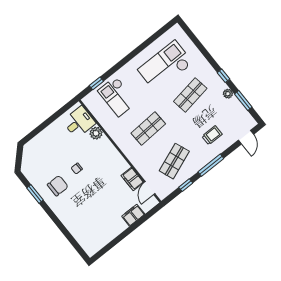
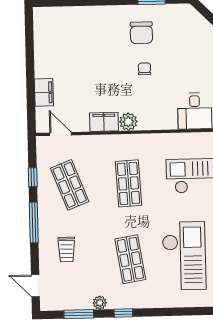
plant: (96, 133) -> (128, 122), moved
filing cabinet: (132, 179) -> (104, 122), moved

